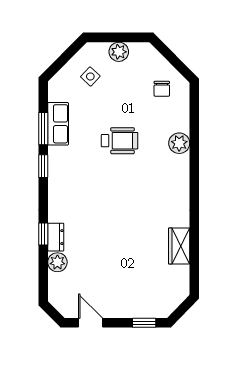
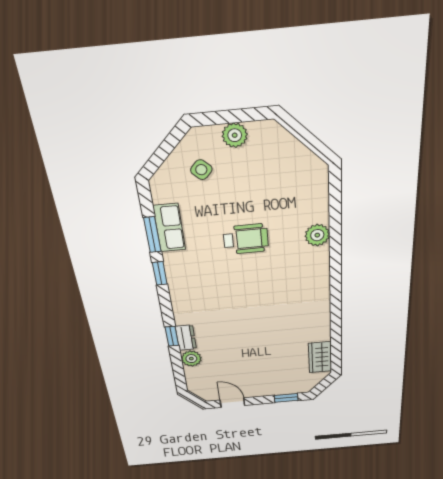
chair: (162, 89) -> (294, 176), removed
wardrobe: (179, 246) -> (320, 357), moved

